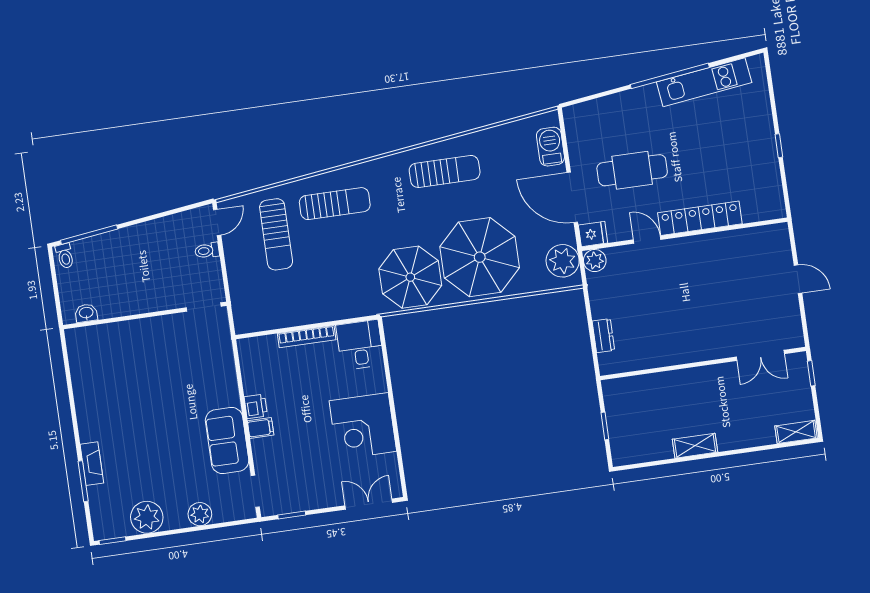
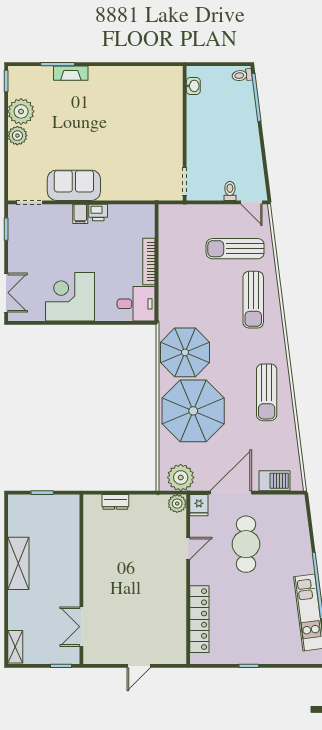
locker: (700, 218) -> (199, 619), moved
shelving: (695, 446) -> (18, 563), width x1.50, depth x1.33
plant: (200, 514) -> (17, 136), moved

